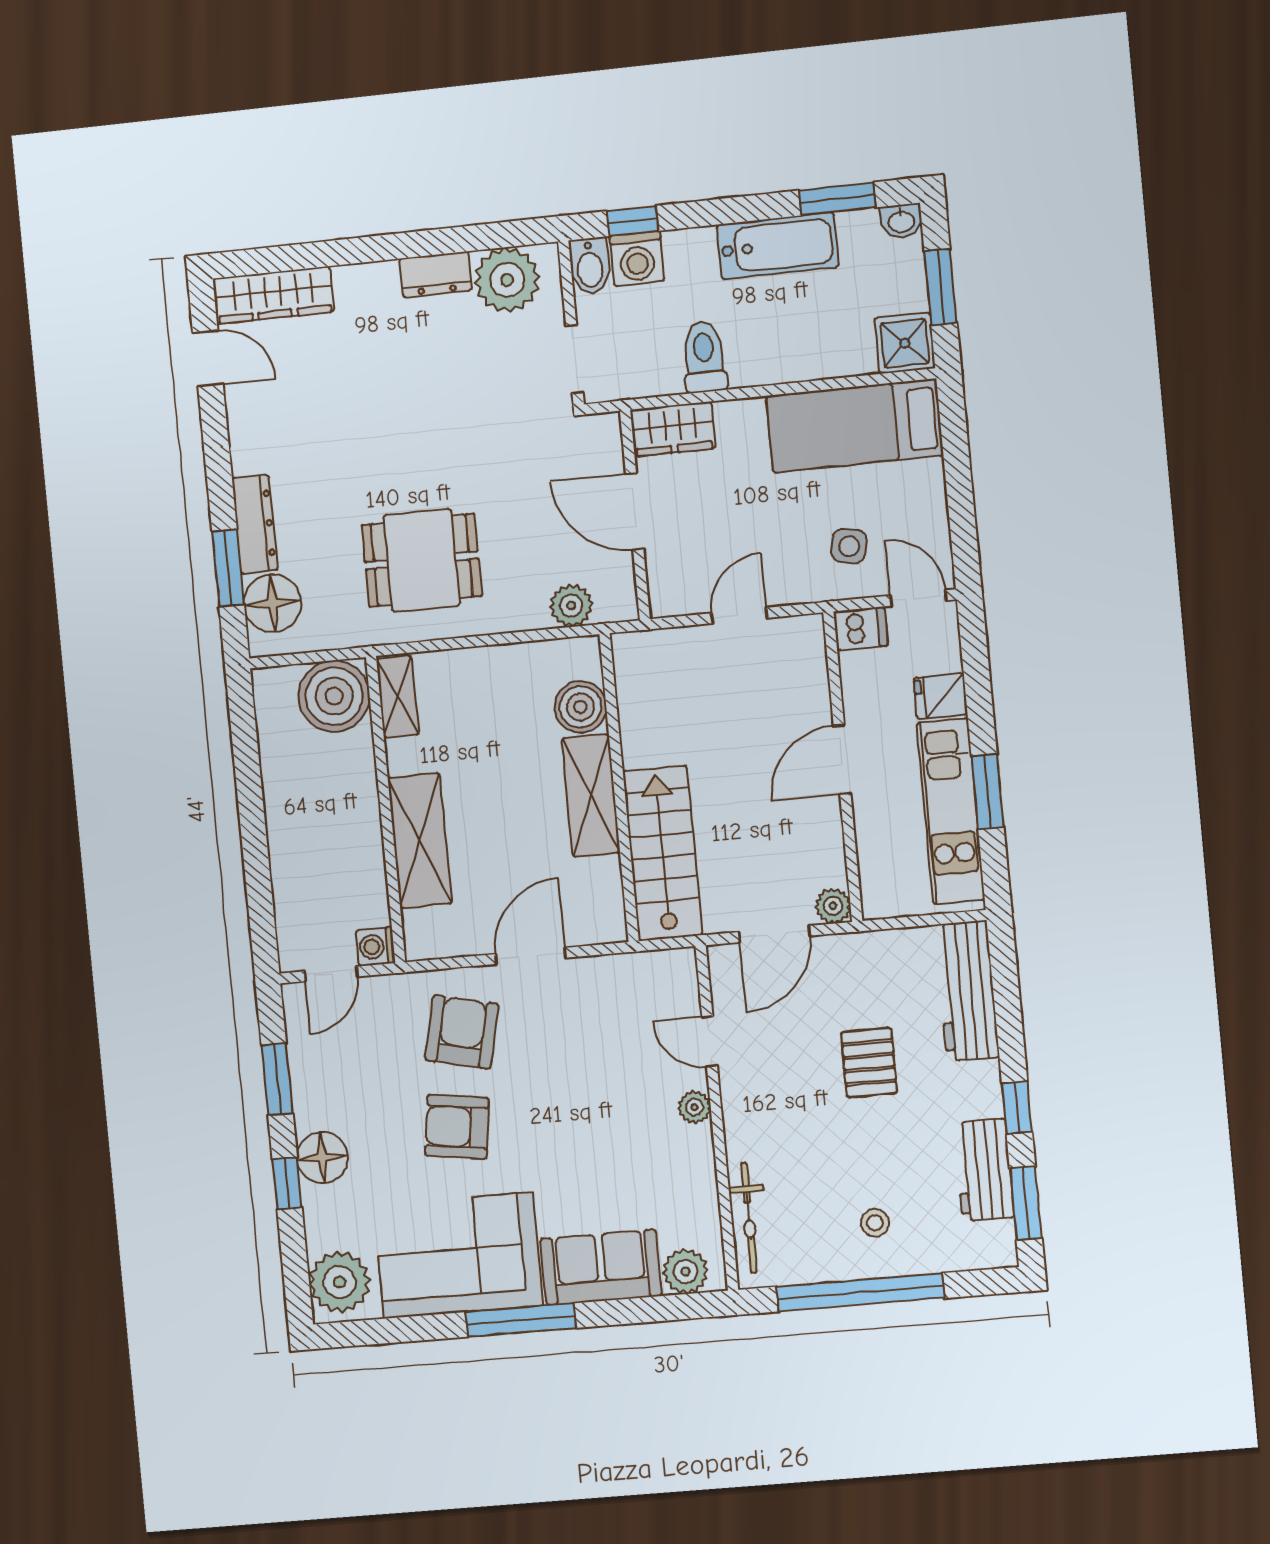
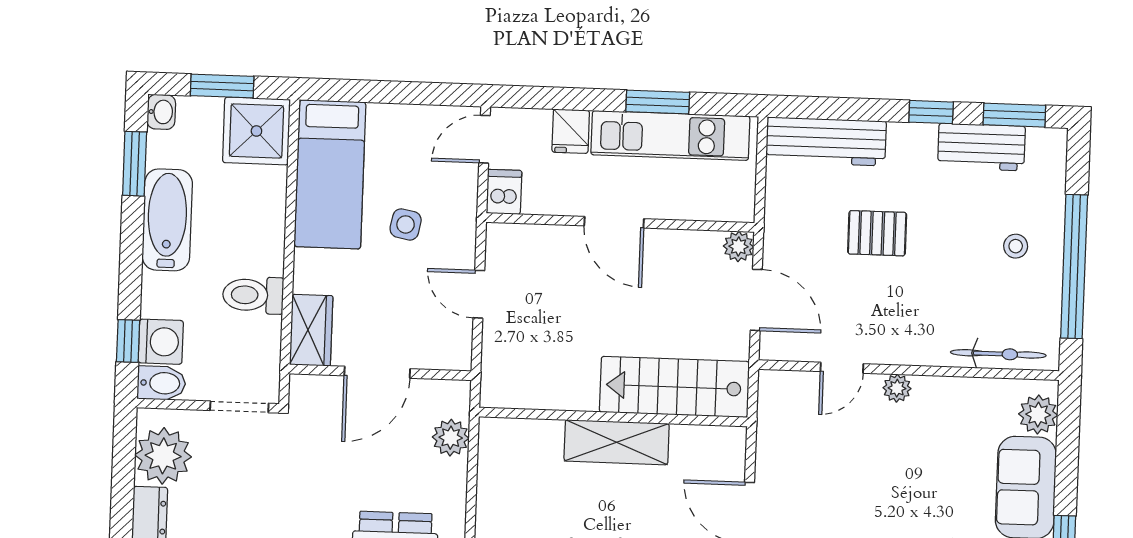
shower: (905, 343) -> (256, 131), width x1.36, depth x1.36
side table: (849, 546) -> (406, 224), moved
boiler: (580, 707) -> (539, 441), removed

